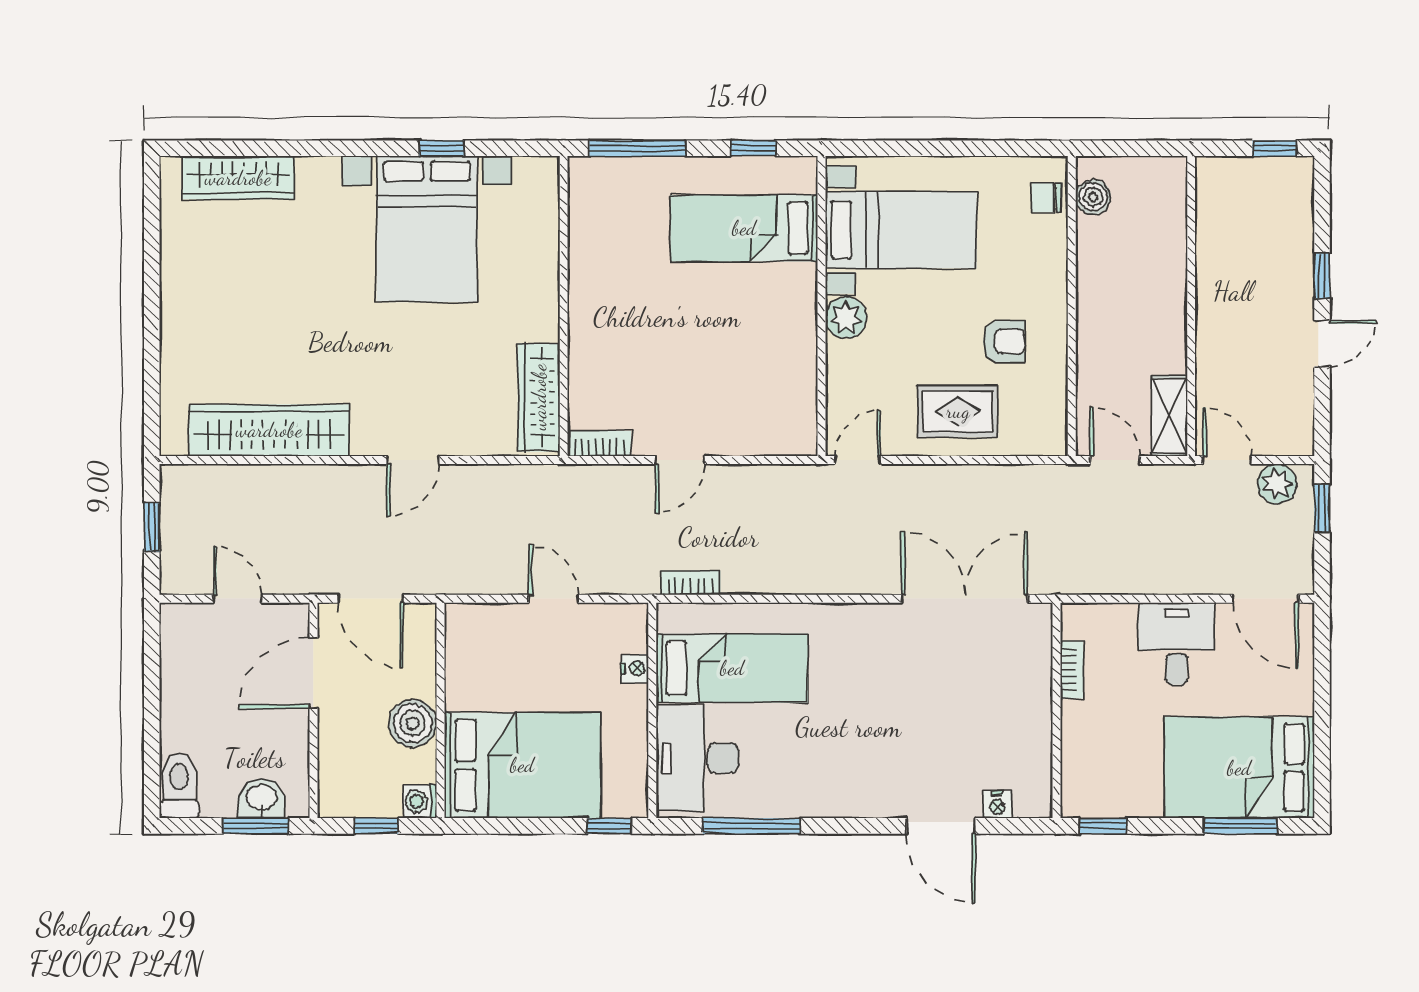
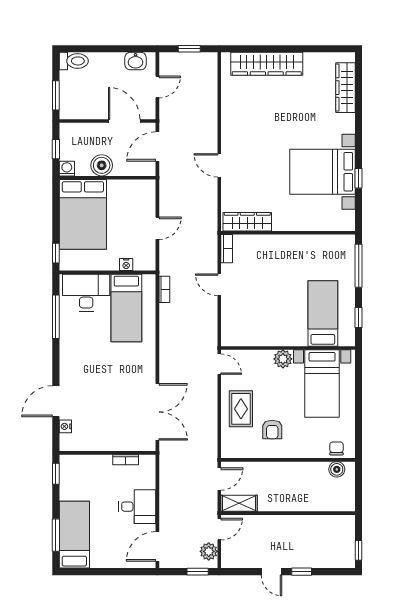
wardrobe: (269, 430) -> (267, 64), moved, turned 90
bed: (1239, 768) -> (74, 535), width x0.67
washbasin: (261, 798) -> (135, 61), moved, turned 90

